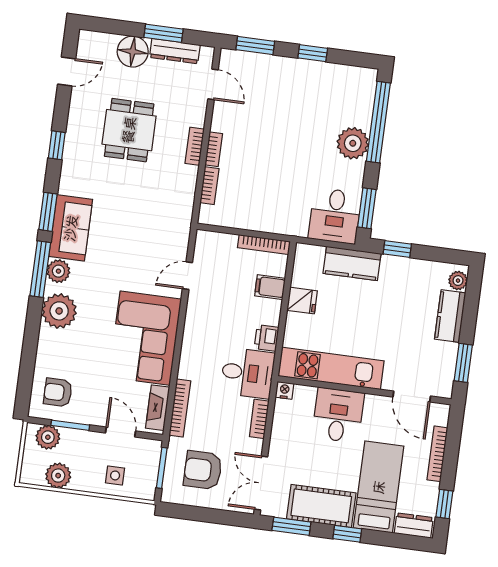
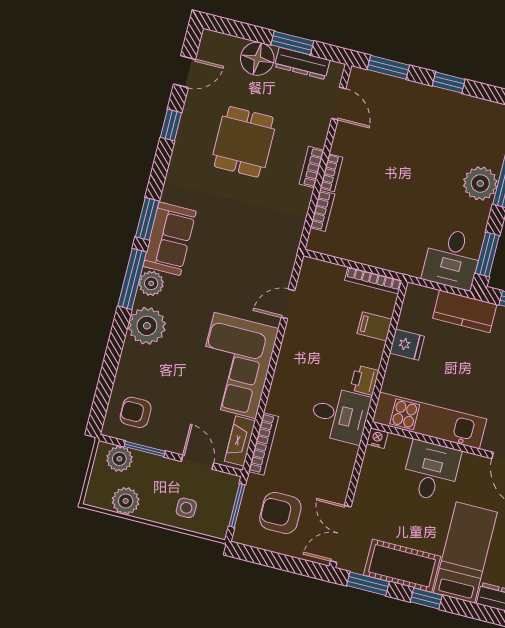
window: (57, 145) -> (171, 125), moved
bookcase: (259, 419) -> (347, 465), removed

